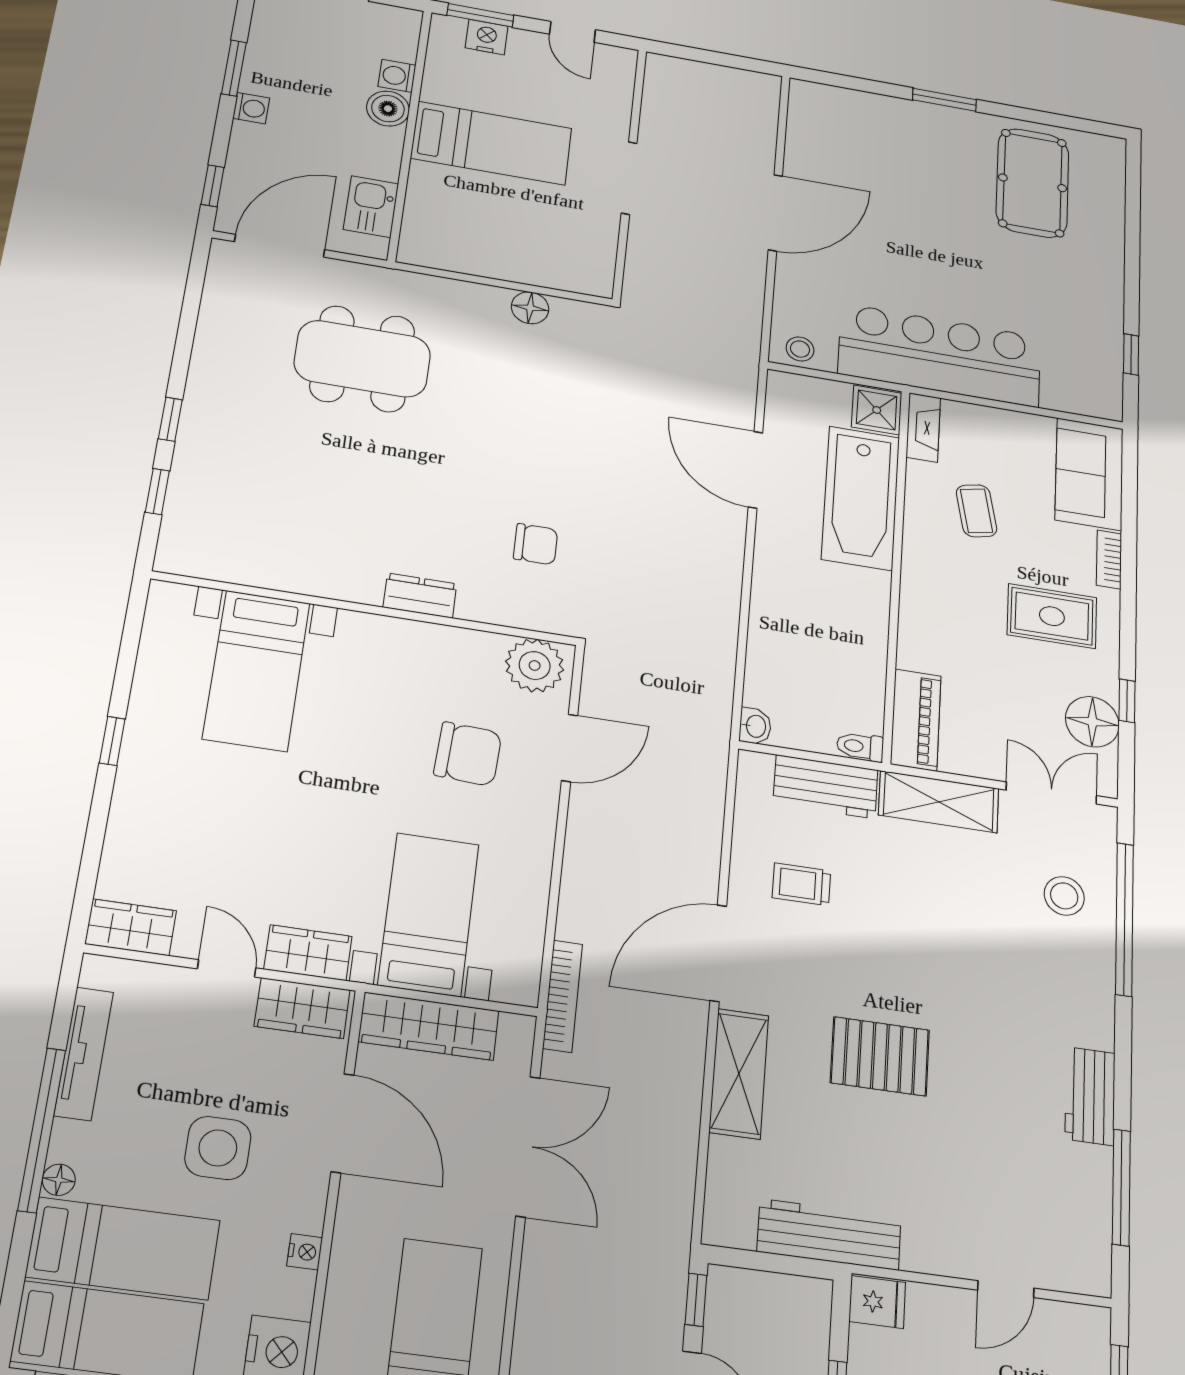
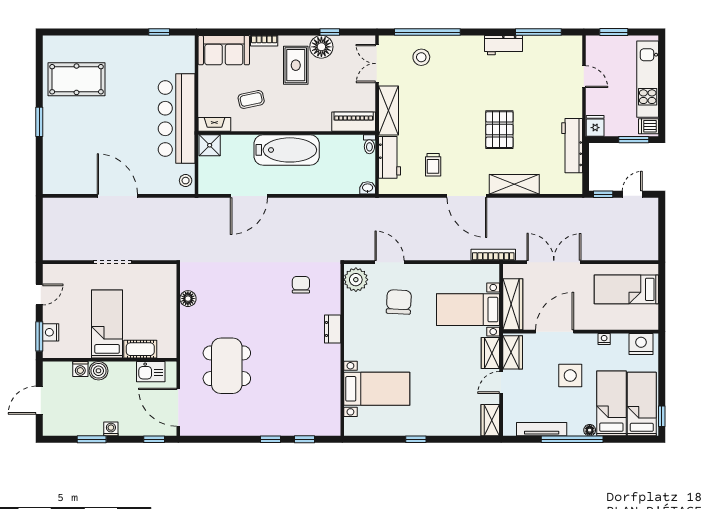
cot: (426, 196) -> (140, 349), added
bathtub: (861, 498) -> (287, 150), moved
floor lamp: (1092, 722) -> (321, 47), moved

